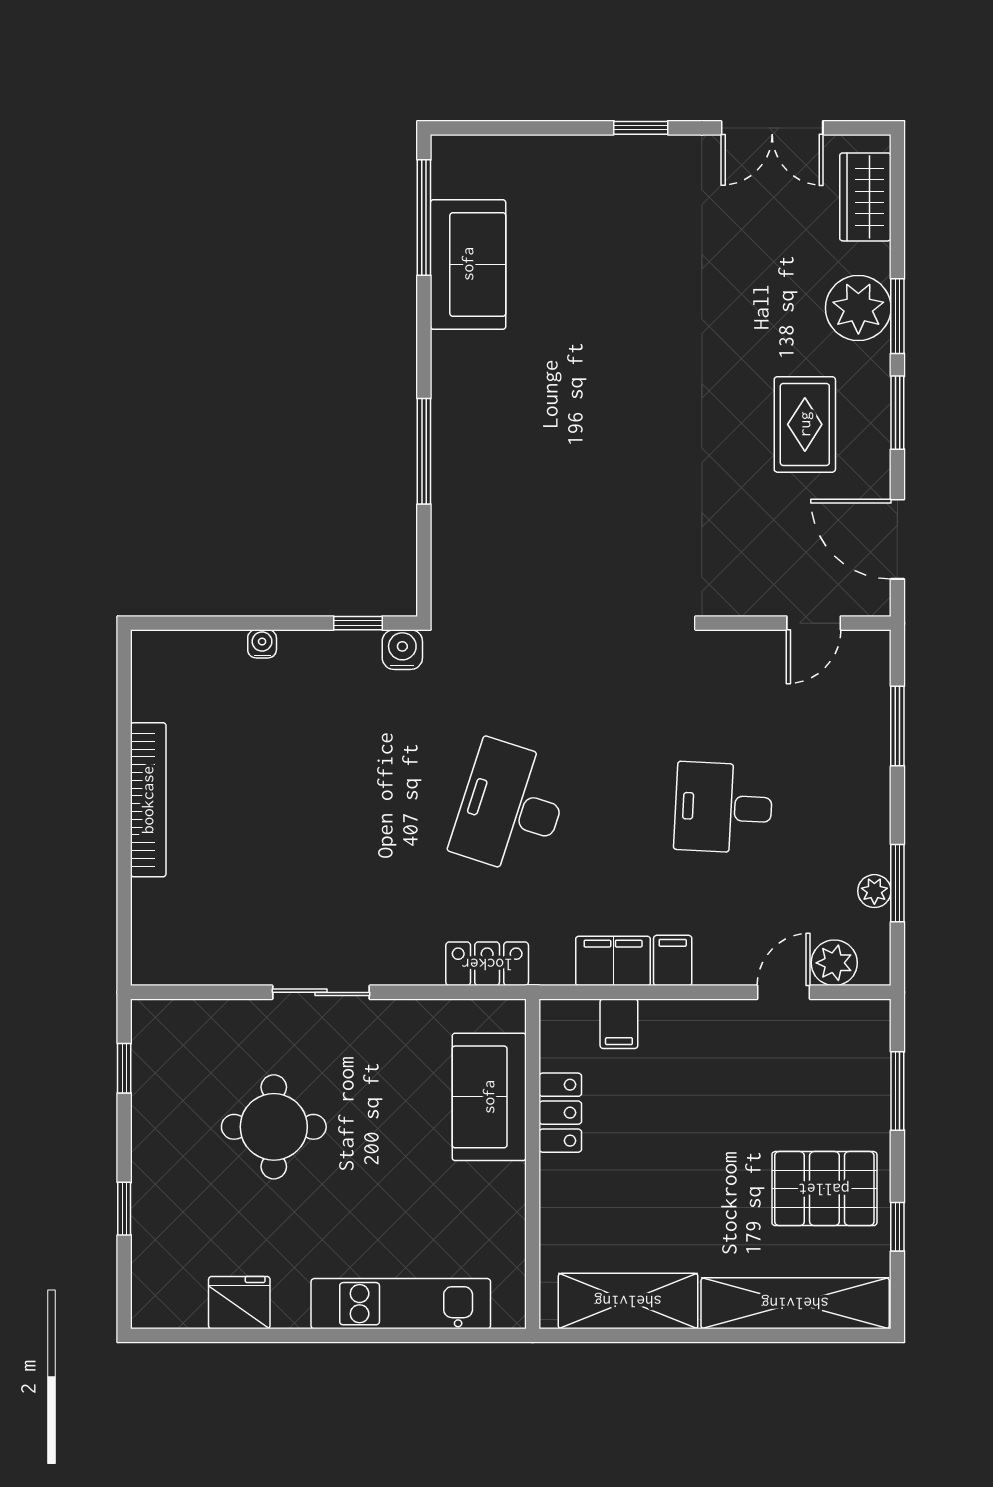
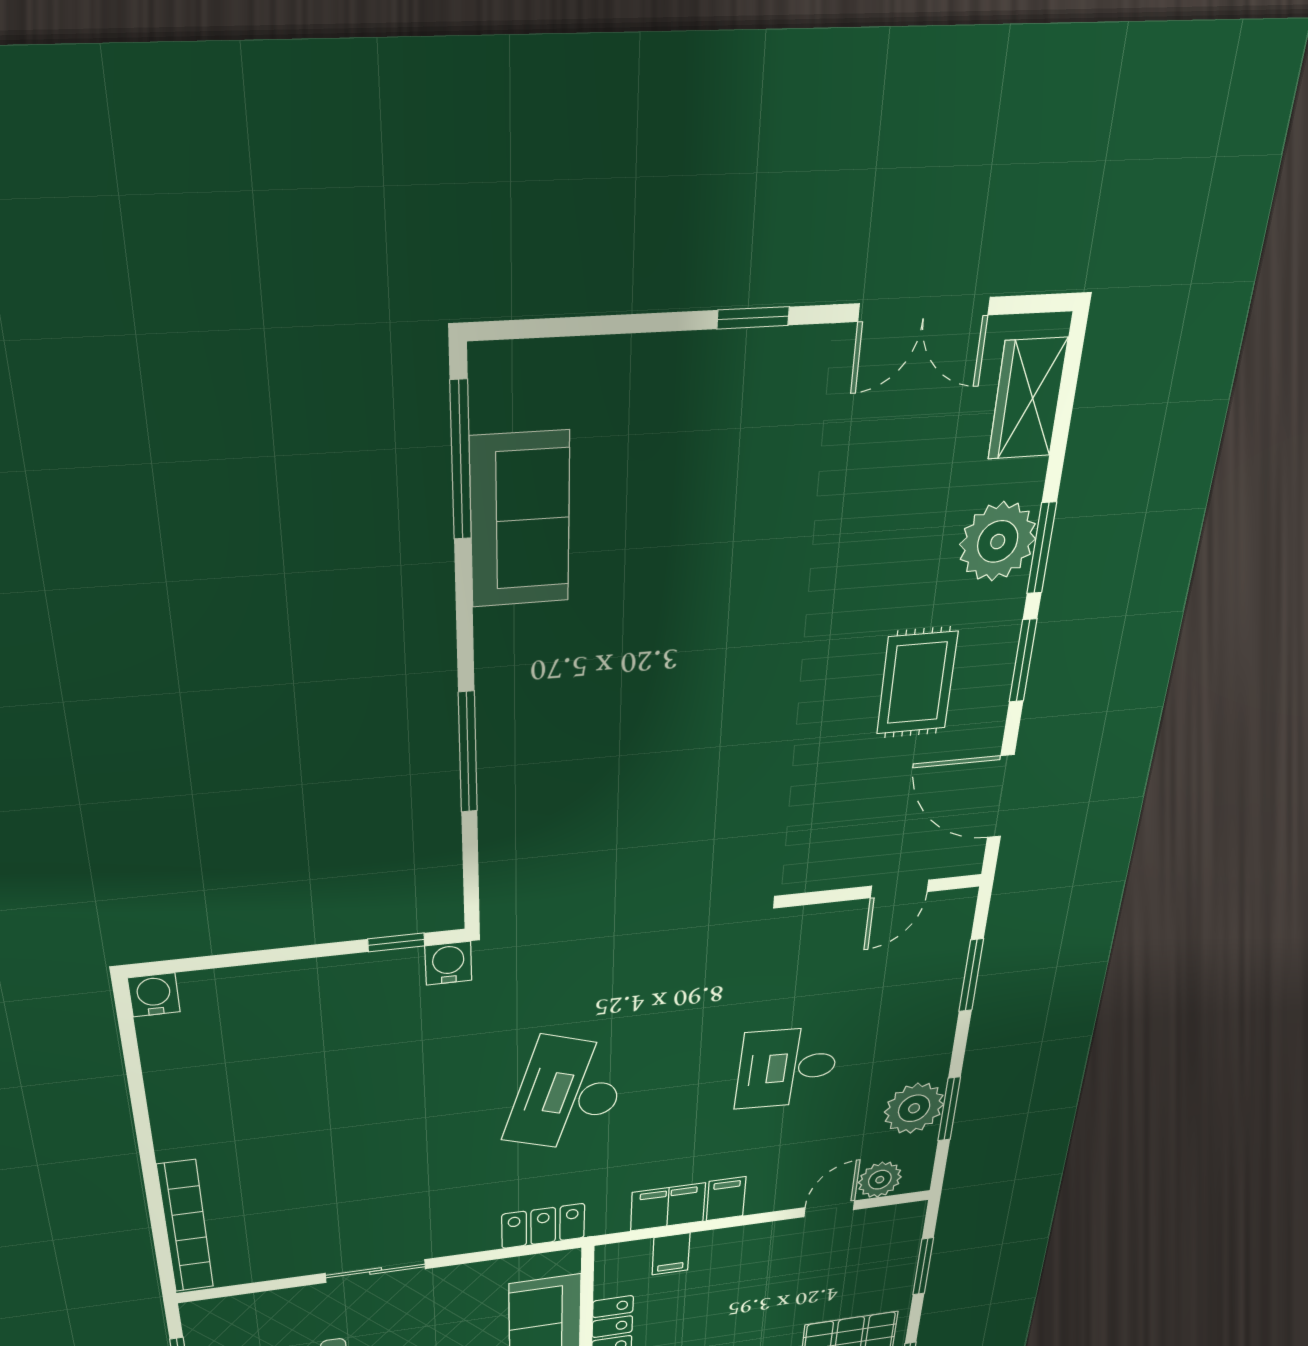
water cooler: (262, 644) -> (154, 995), moved, width x1.38, depth x1.38
bookcase: (148, 800) -> (186, 1227), moved
plant: (874, 891) -> (914, 1108), width x1.87, depth x1.87

